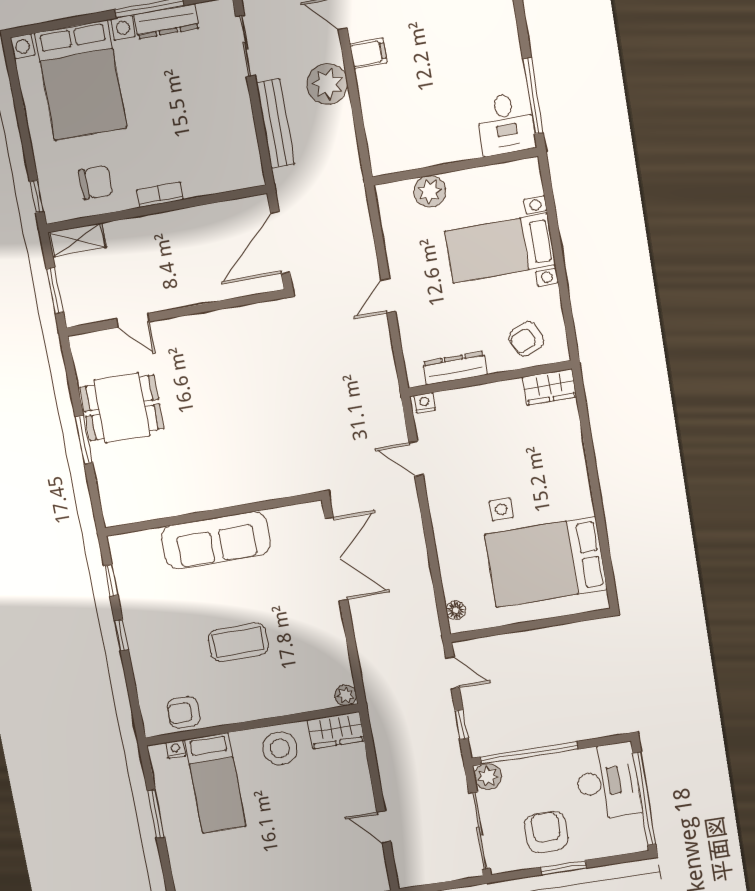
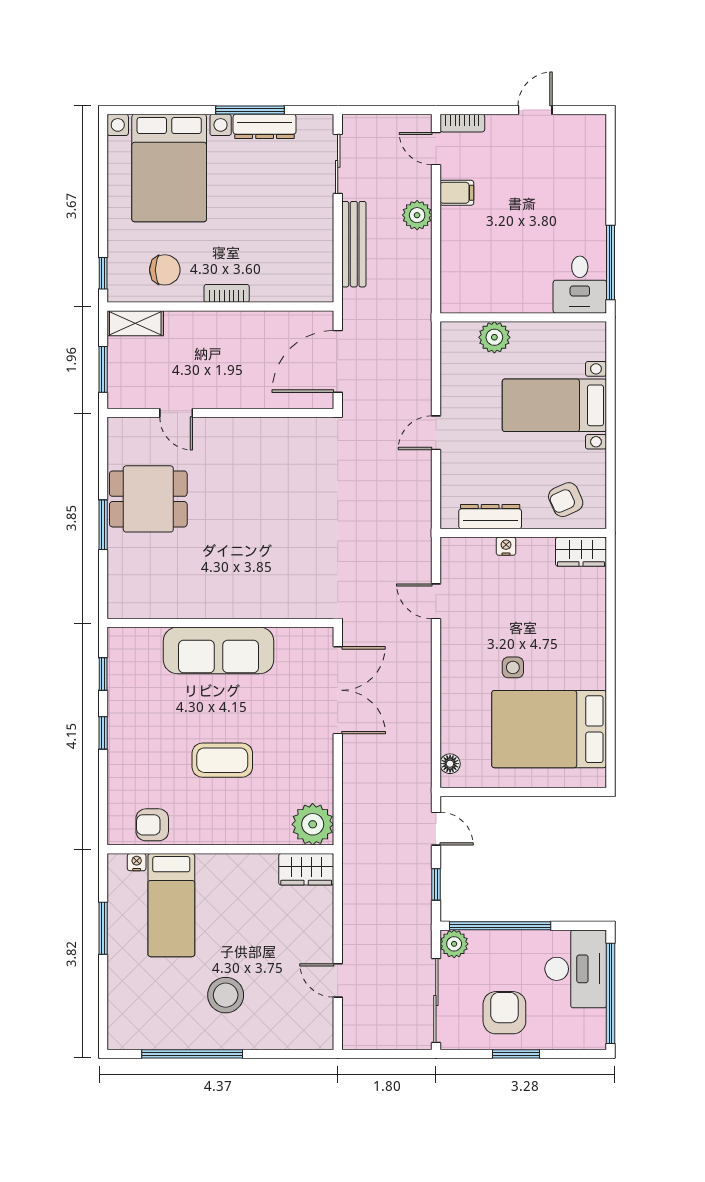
plant: (327, 84) -> (417, 215), width x0.73, depth x0.73
nightstand: (425, 403) -> (506, 546), moved
plant: (346, 695) -> (313, 824), width x1.88, depth x1.88
stool: (280, 748) -> (226, 995), moved

